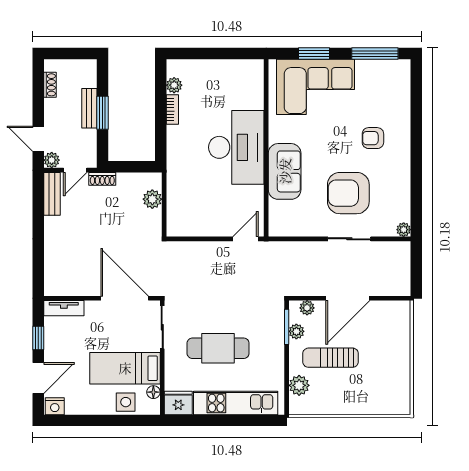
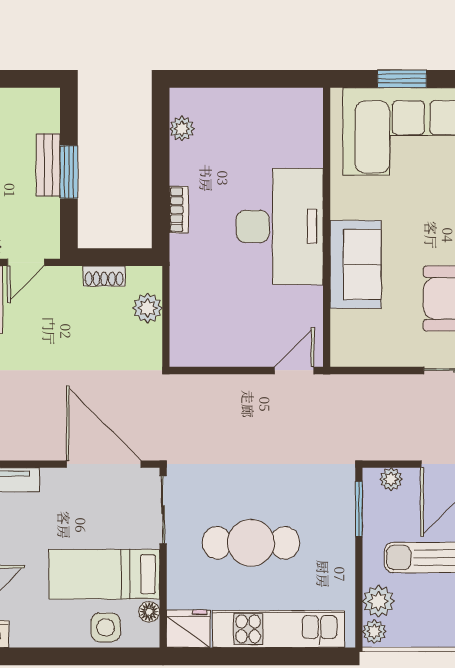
bookcase: (172, 109) -> (179, 210), moved
shoe rack: (102, 179) -> (104, 276), moved
plant: (296, 331) -> (374, 632), moved

